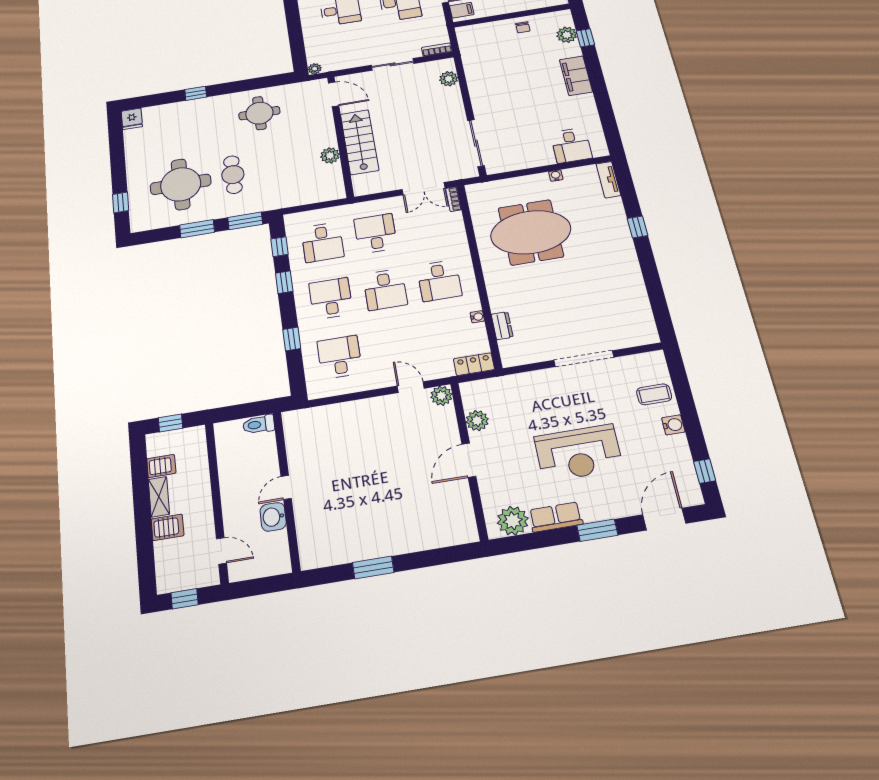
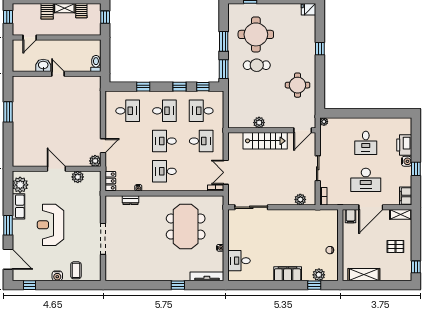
tv unit: (608, 180) -> (207, 276), width x1.41

